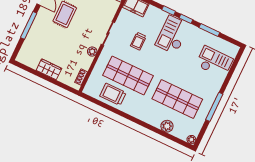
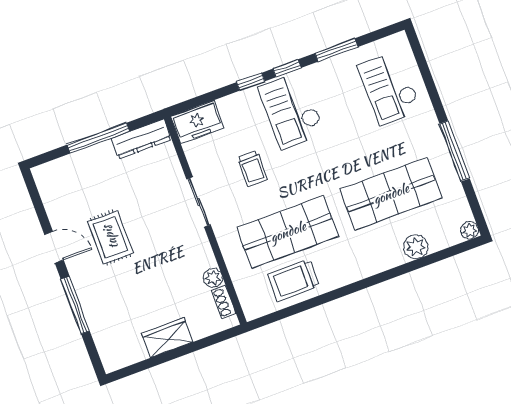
plant: (92, 52) -> (213, 278), moved
checkout: (214, 62) -> (390, 88), turned -90

